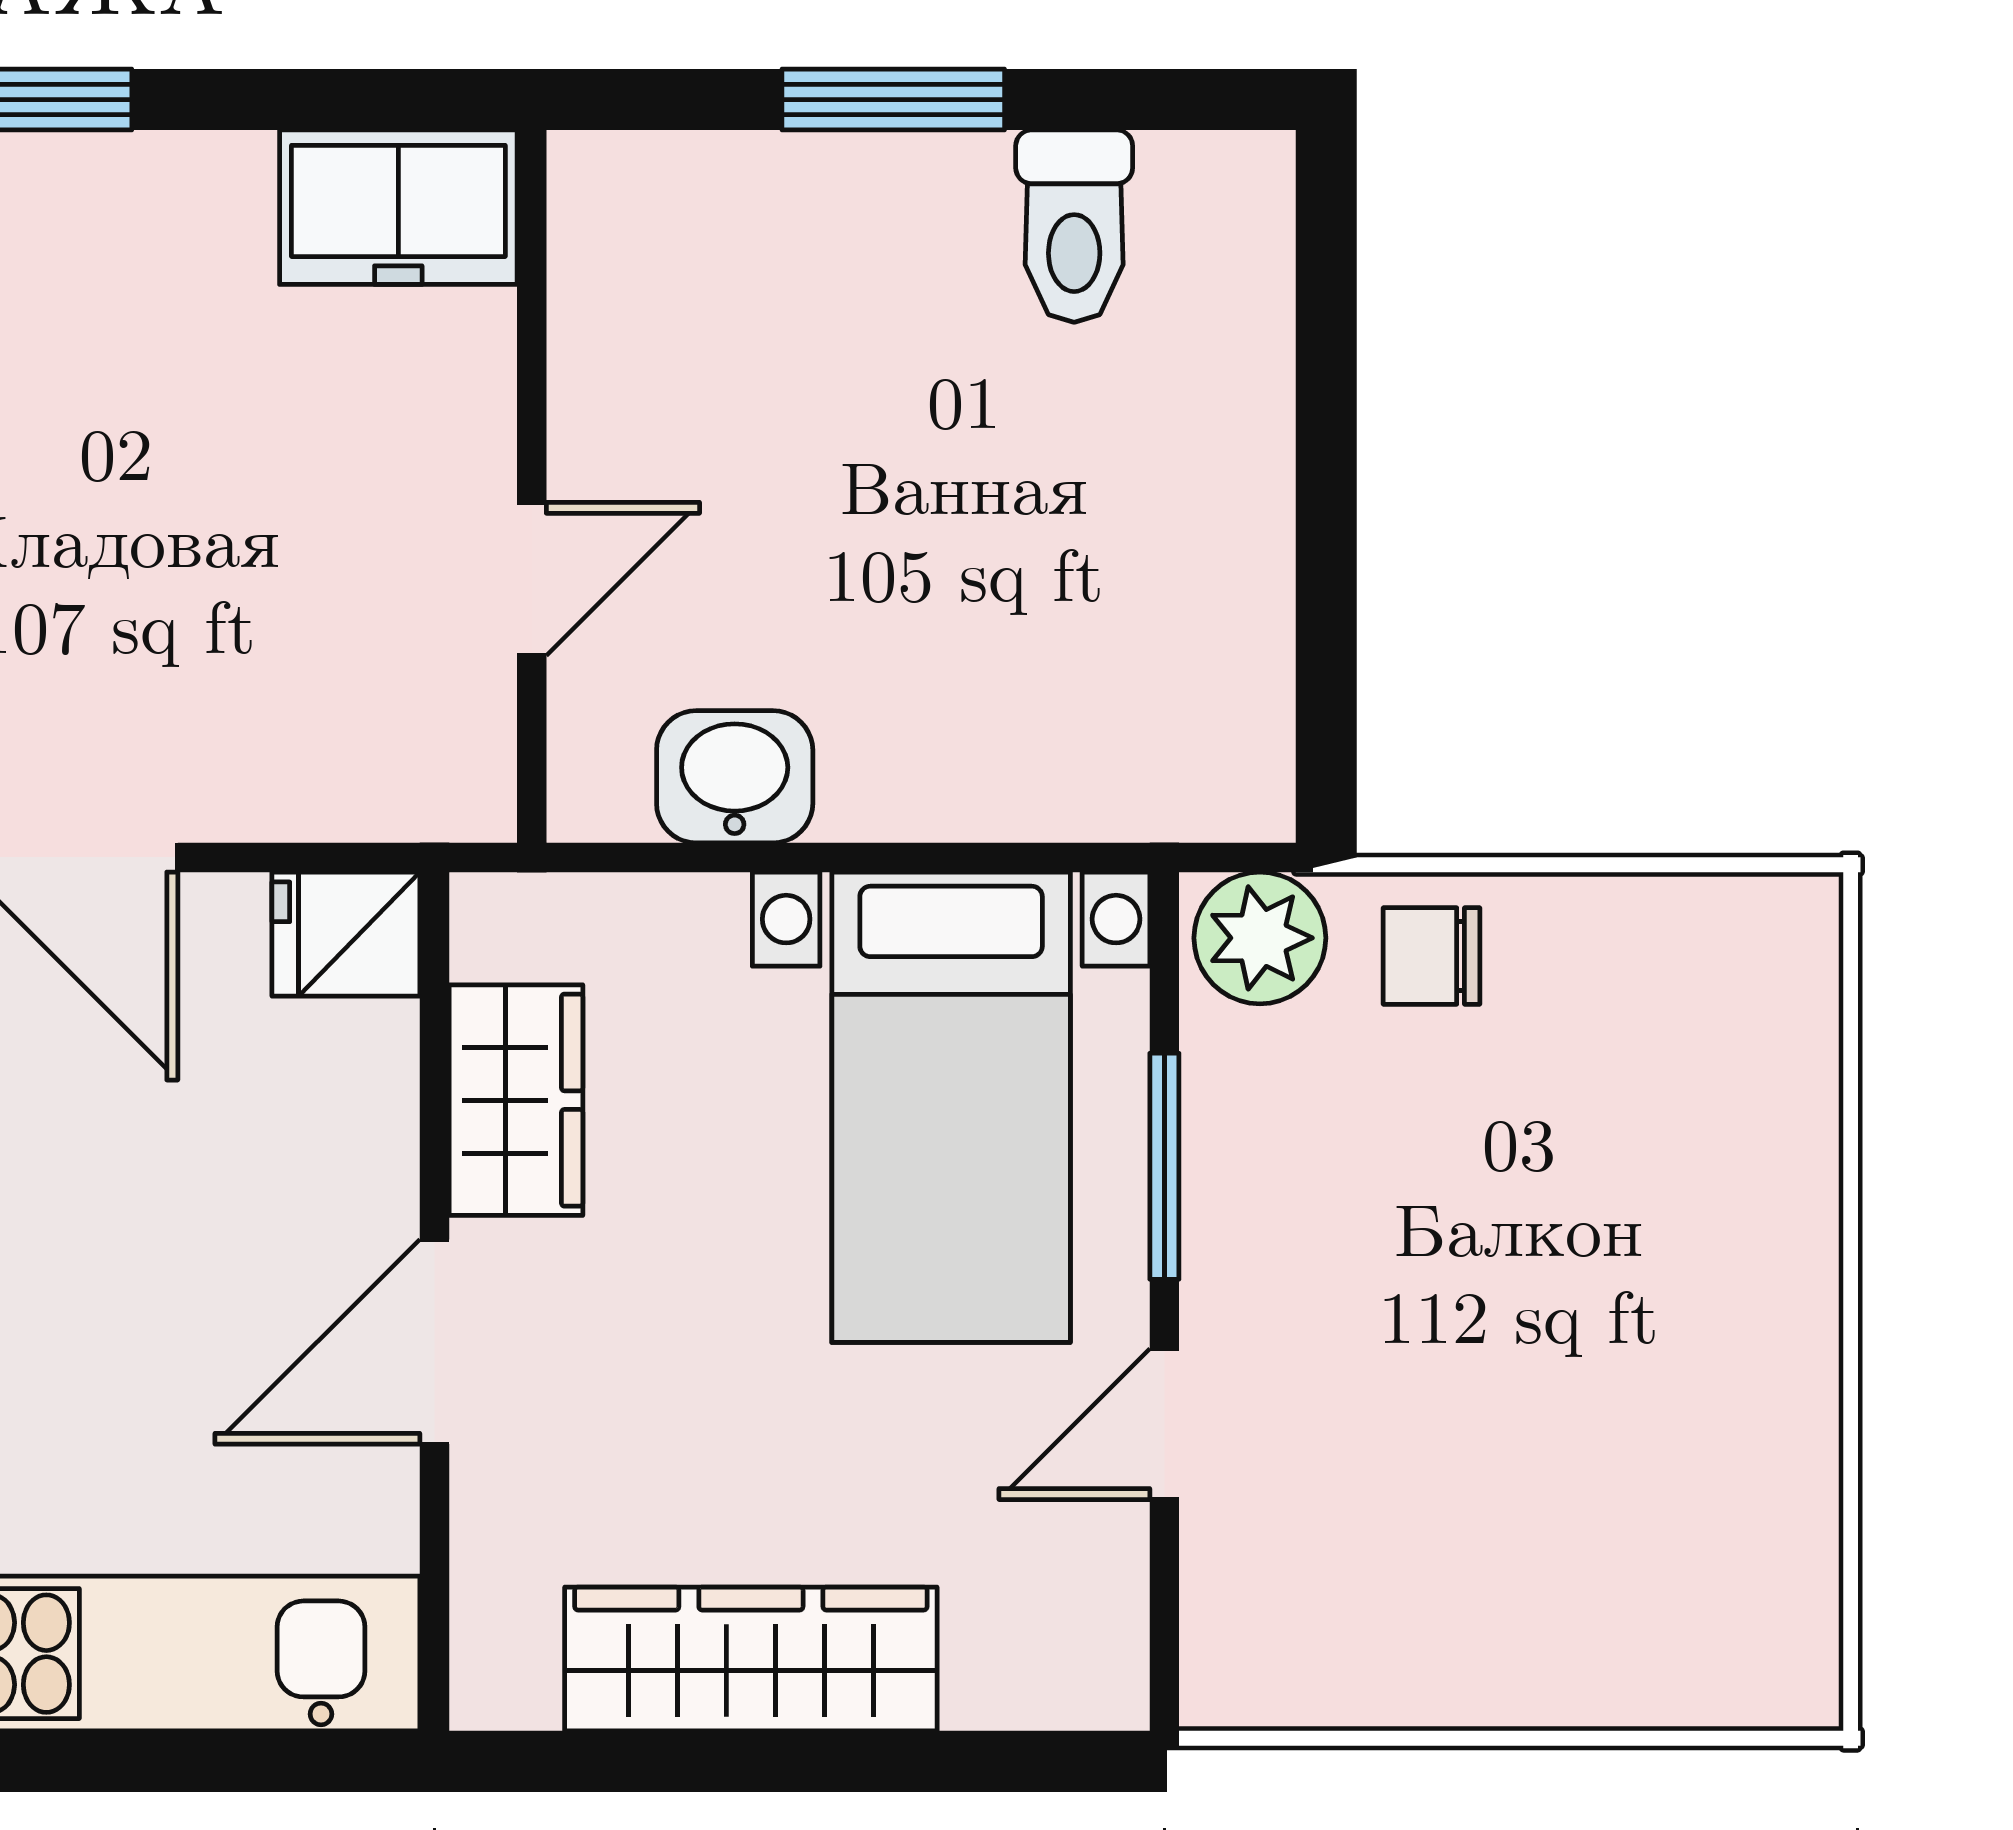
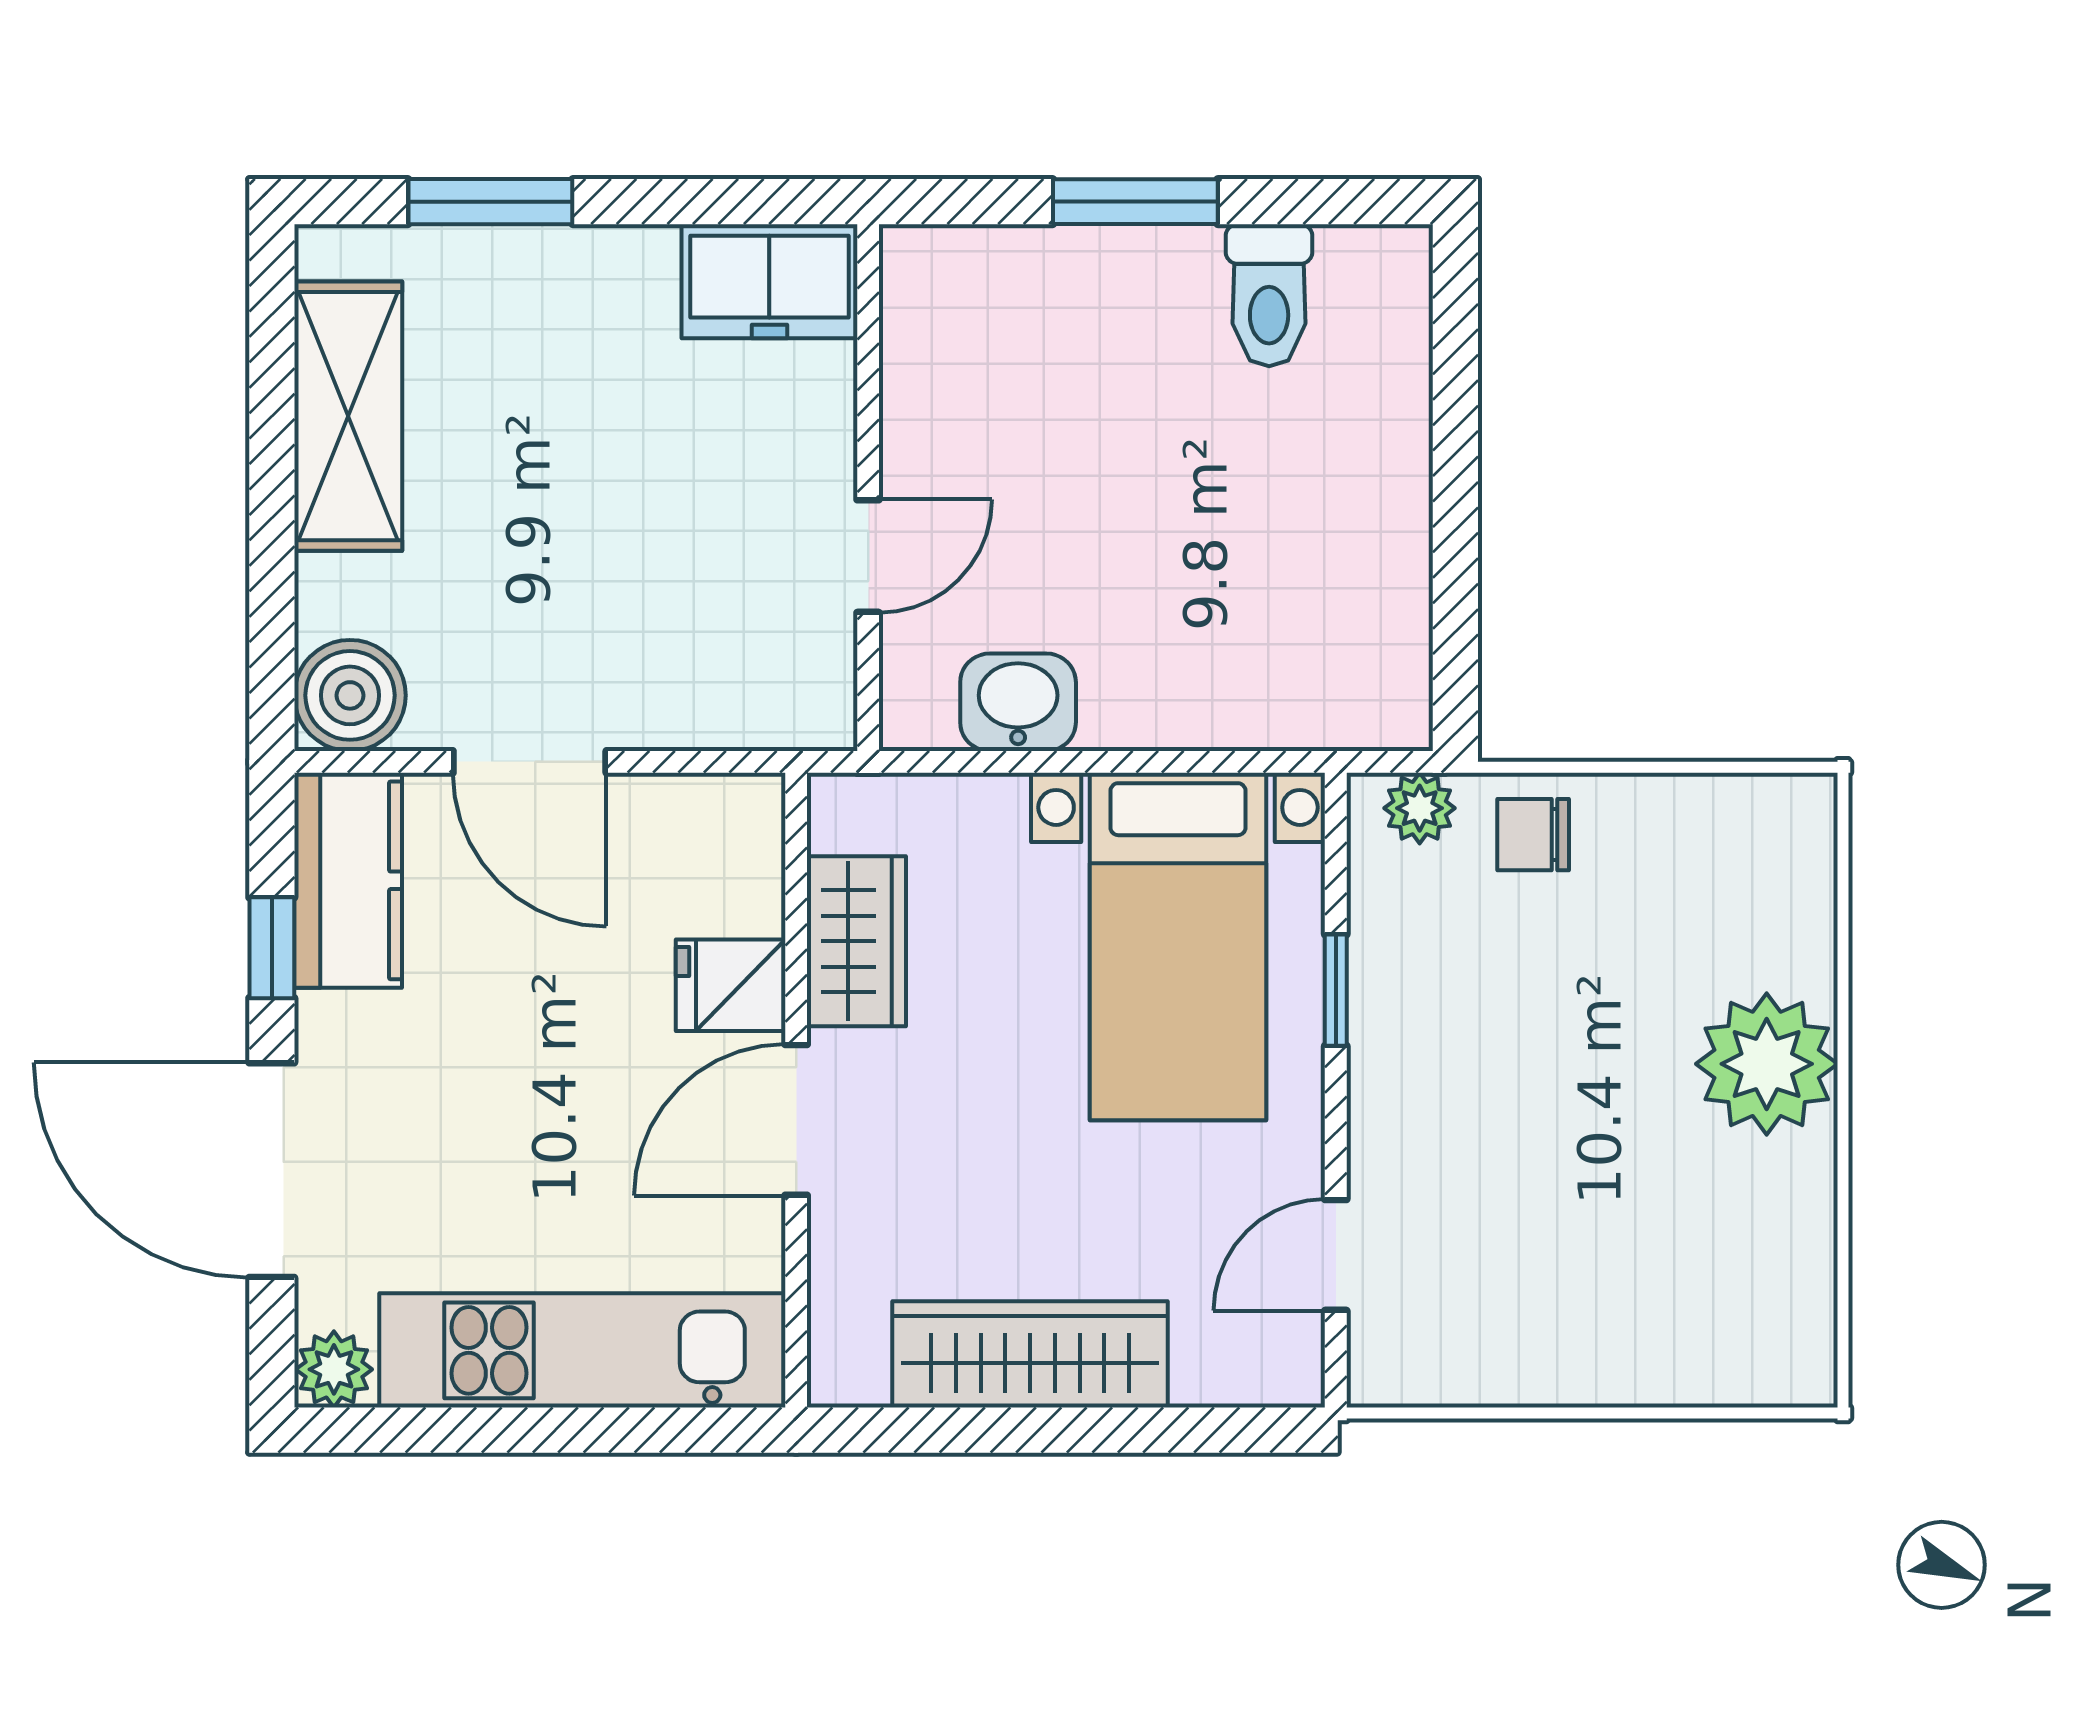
fridge: (346, 934) -> (731, 985), moved
plant: (1260, 938) -> (1420, 808), width x0.73, depth x0.73
window: (1164, 1166) -> (1336, 990), width x0.67
plant: (1747, 1266) -> (1767, 1064), added
door: (1164, 1424) -> (1336, 1255), moved

